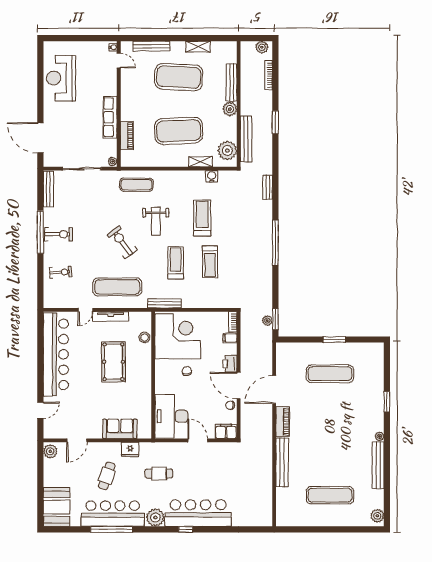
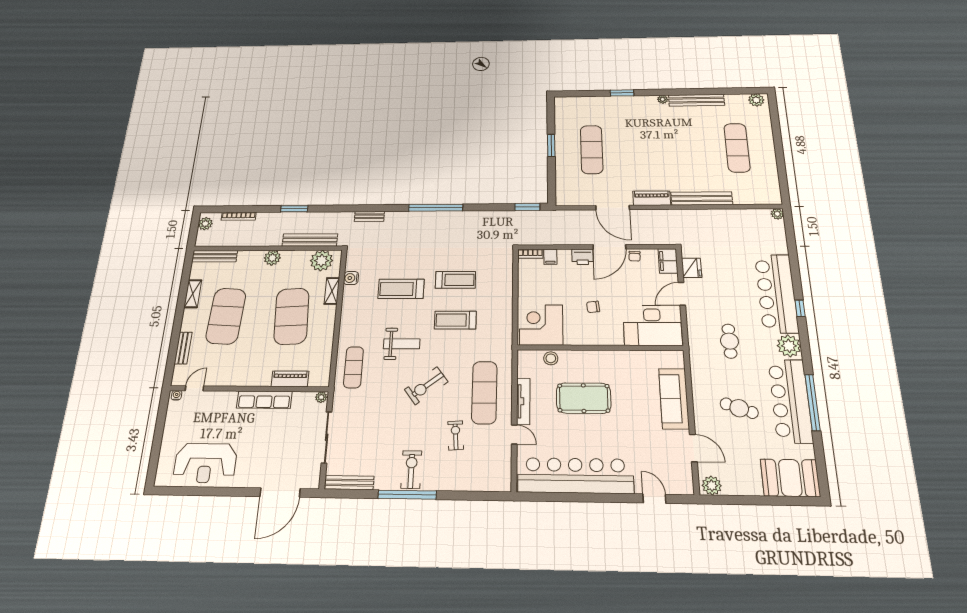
bench: (152, 46) -> (183, 348), width x0.73
bench: (232, 82) -> (215, 256), moved
exercise bike: (61, 272) -> (456, 435), moved
bench: (164, 303) -> (507, 334), removed
plant: (267, 321) -> (777, 214), moved
corner desk: (178, 336) -> (541, 325), width x0.74, depth x0.74
sofa: (120, 429) -> (674, 399), width x1.36
fridge: (130, 449) -> (692, 268), moved

